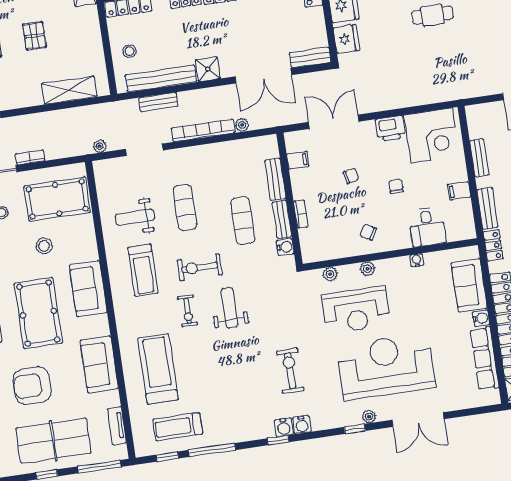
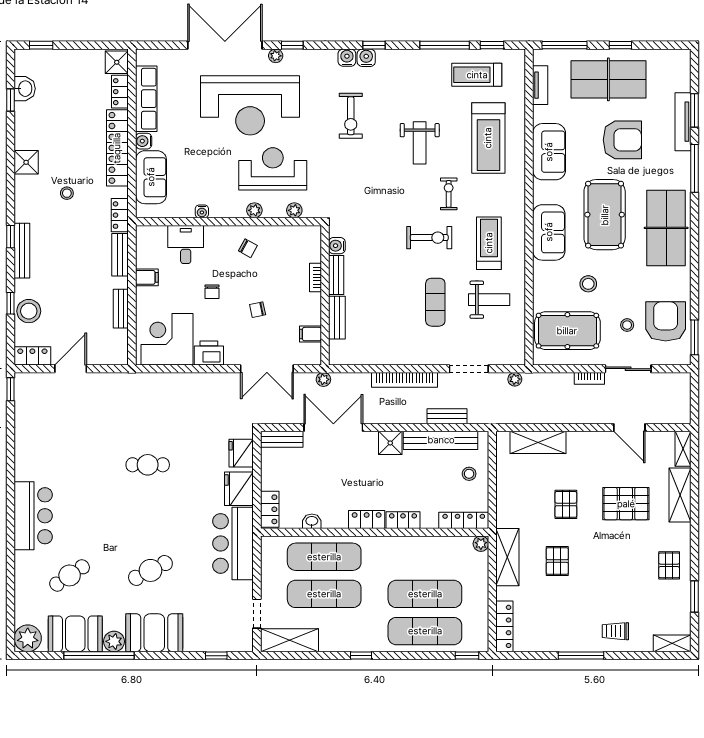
plant: (242, 125) -> (323, 379), moved
exercise mat: (243, 221) -> (377, 279), removed
weight bench: (229, 308) -> (420, 143), moved
double door: (418, 420) -> (225, 45), width x1.36
treadmill: (178, 427) -> (477, 75), turned 180

